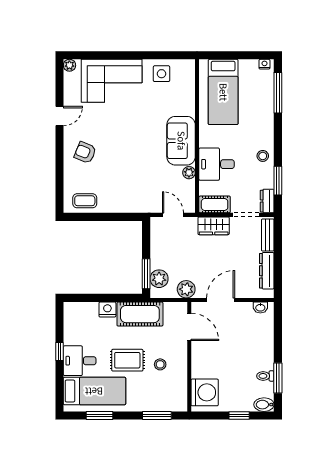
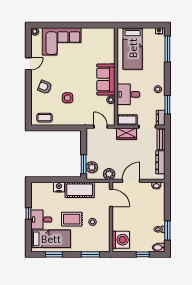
side table: (161, 74) -> (67, 98), moved

